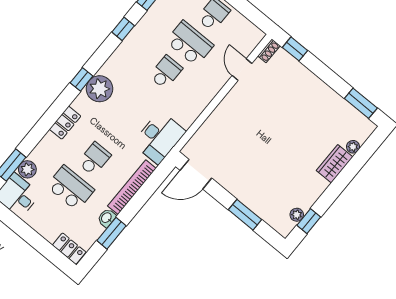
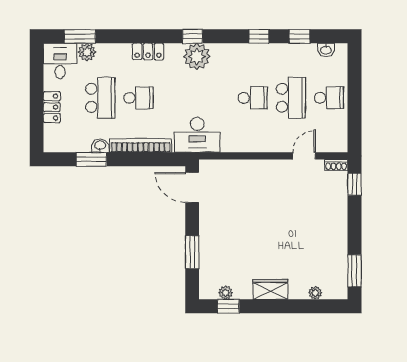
wardrobe: (335, 164) -> (270, 289), moved
locker: (69, 249) -> (52, 107), moved

